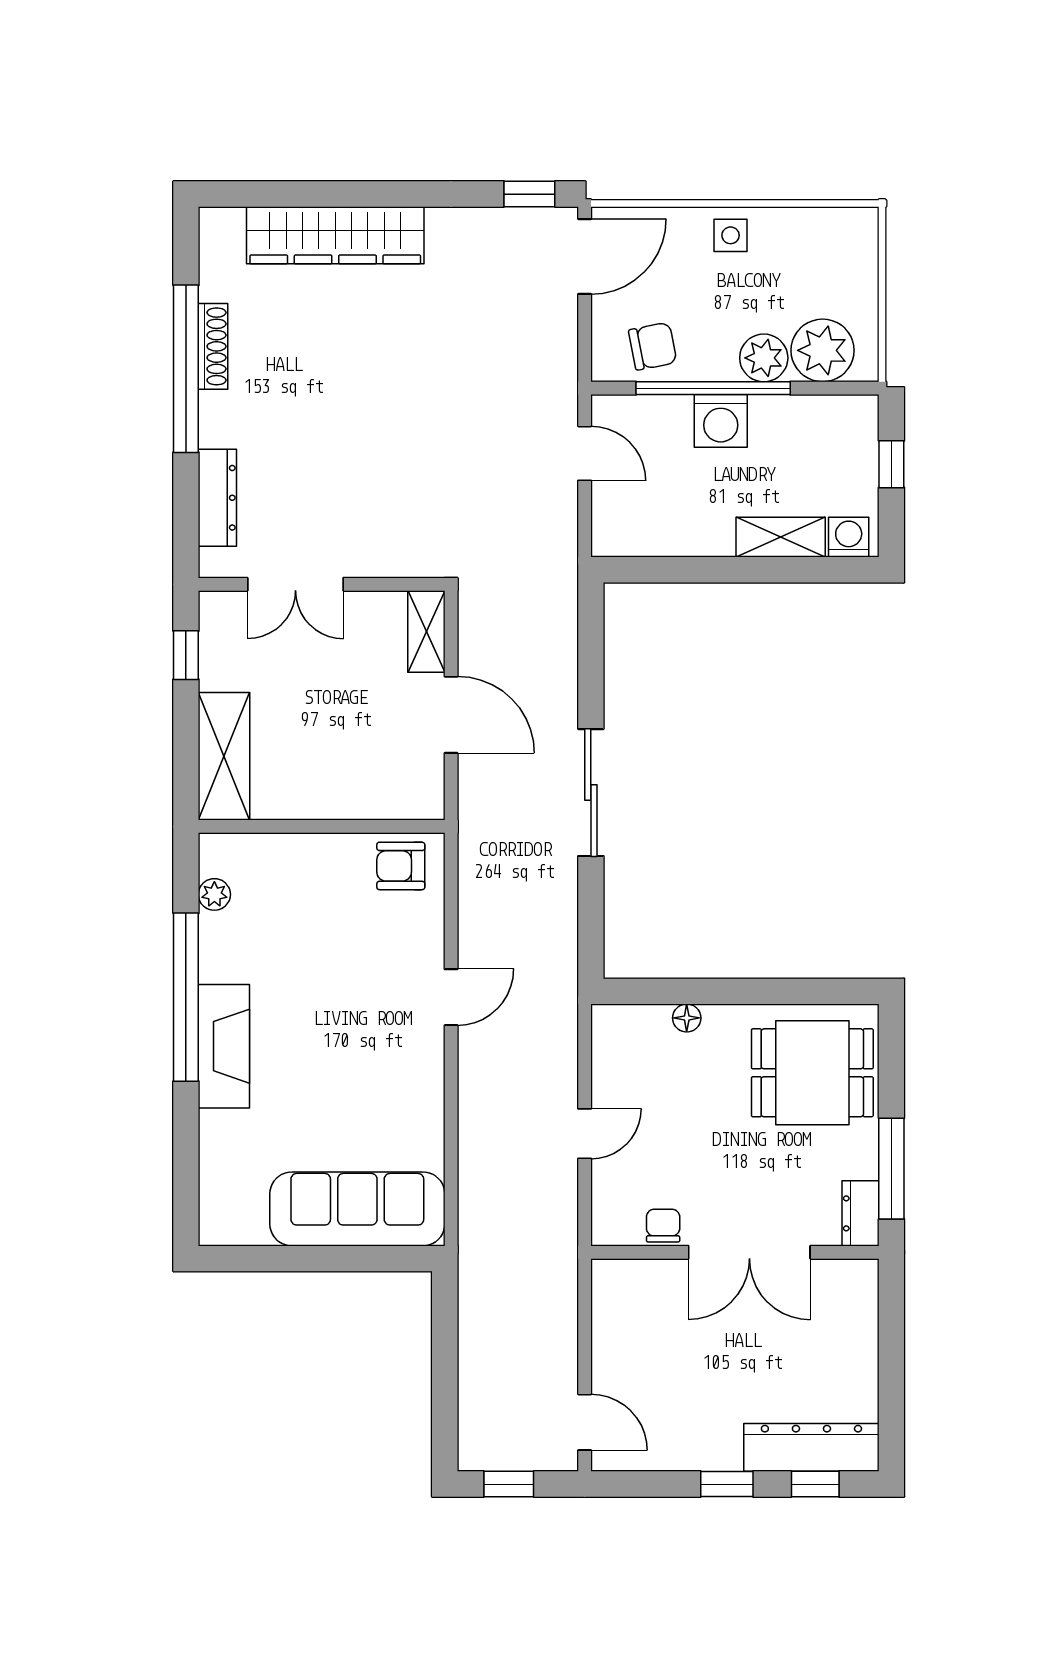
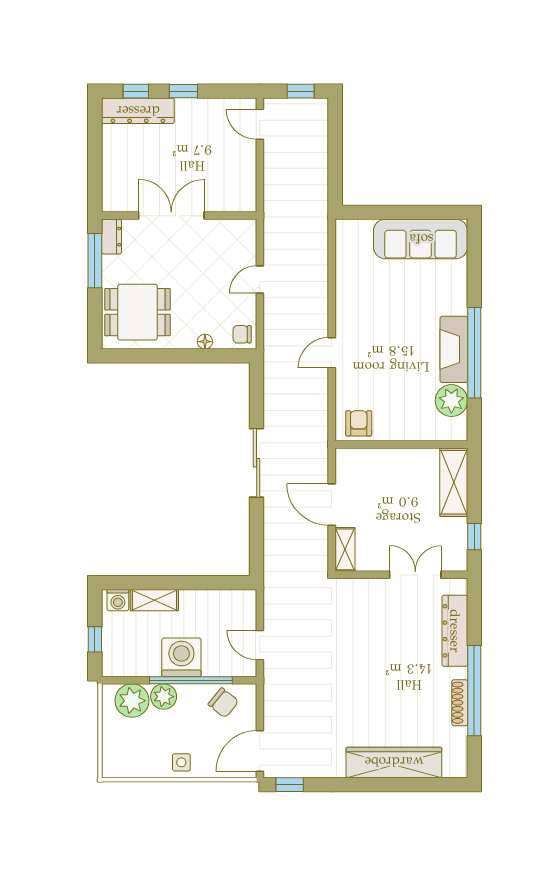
chair: (653, 346) -> (223, 703), turned -130
washing machine: (721, 421) -> (181, 657), width x1.37, depth x1.37
dresser: (217, 498) -> (455, 631), width x1.37, depth x1.24
armchair: (401, 866) -> (359, 423), turned -90
plant: (214, 894) -> (451, 401), width x1.88, depth x1.88
fireplace: (224, 1046) -> (454, 349), moved
sofa: (357, 1209) -> (421, 239), moved
chair: (663, 1226) -> (242, 334), moved, turned 90

